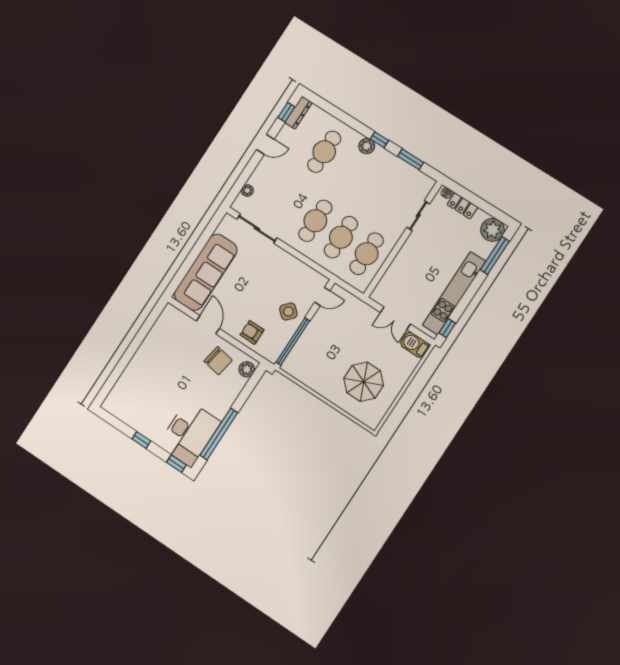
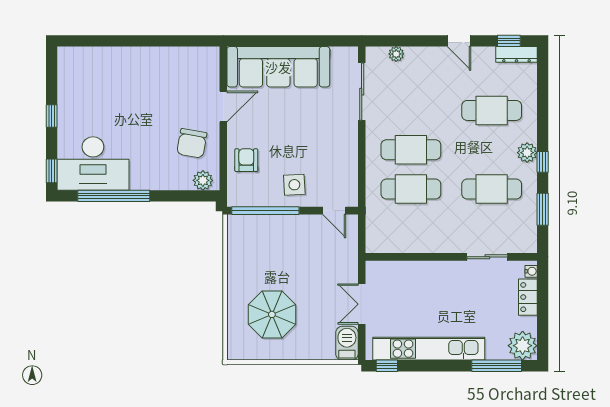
cafe table: (367, 254) -> (492, 189), moved
side table: (288, 312) -> (294, 185), turned 45

